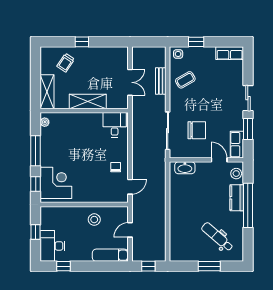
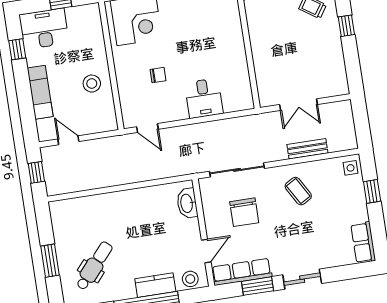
coffee table: (185, 80) -> (298, 191), moved
shelving: (88, 101) -> (261, 48), removed
desk: (115, 125) -> (204, 98), moved, turned 90
row of seats: (237, 145) -> (242, 272), width x1.48
chair: (116, 167) -> (158, 75), moved
door: (130, 230) -> (68, 140), moved
exam couch: (110, 255) -> (40, 92), moved

